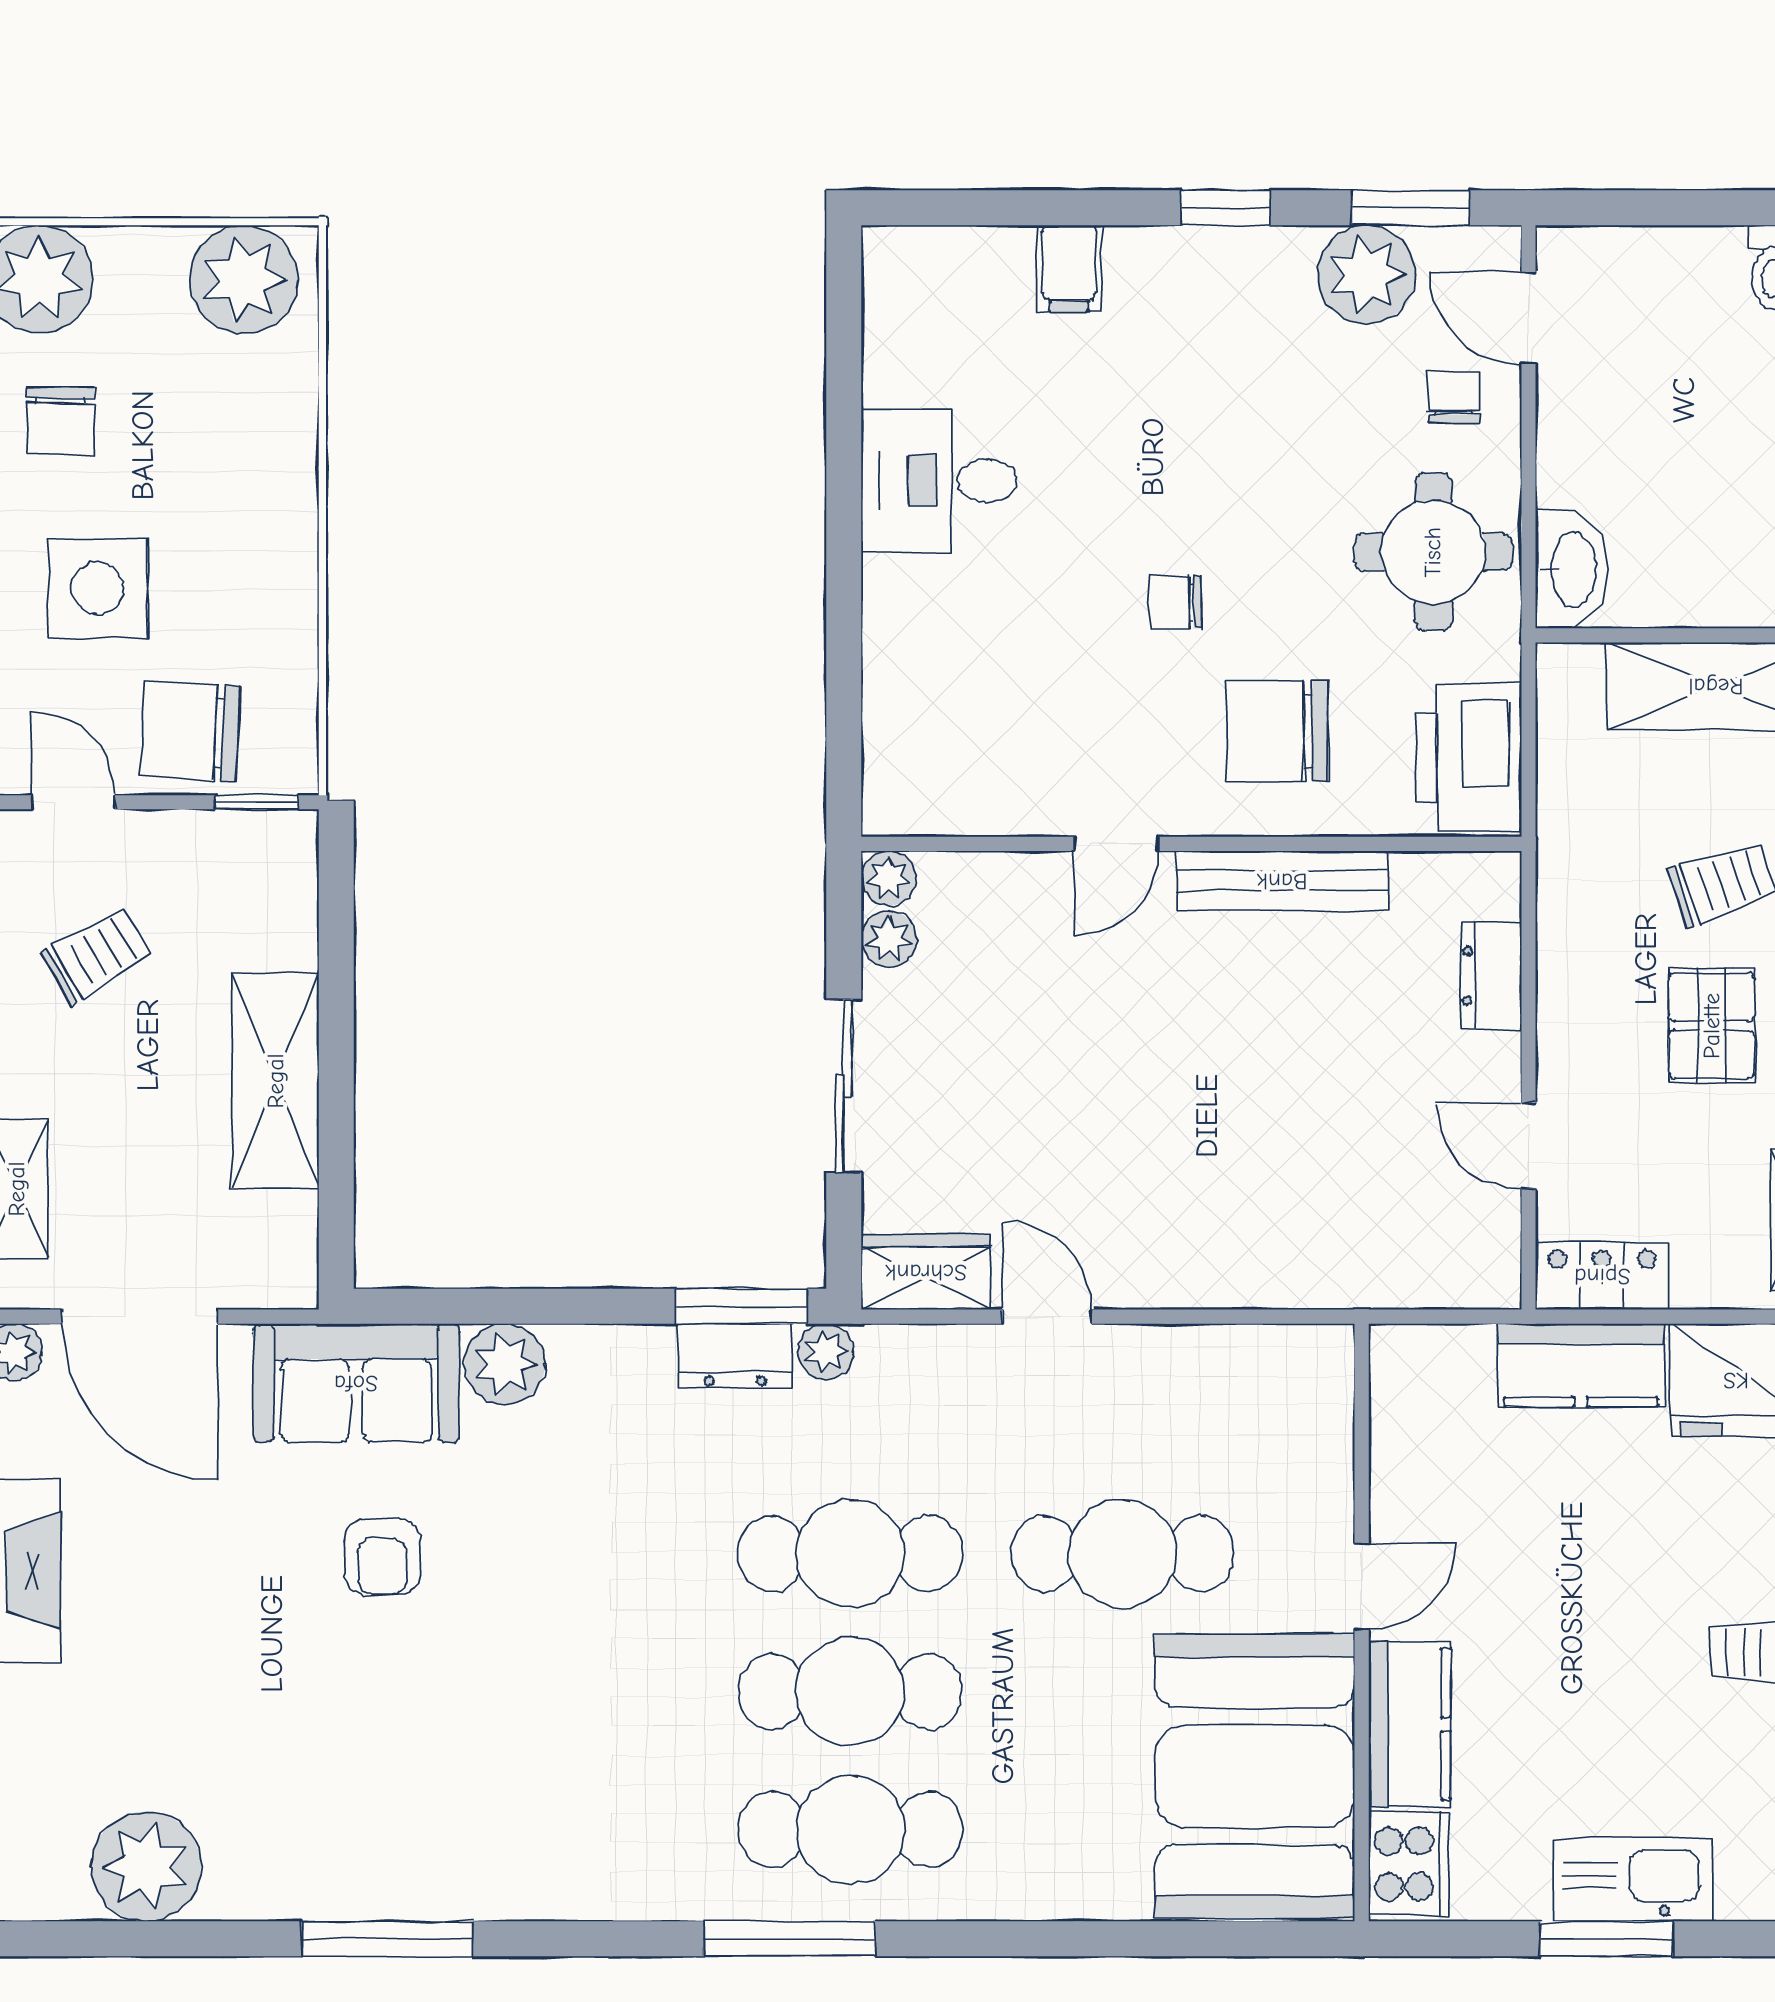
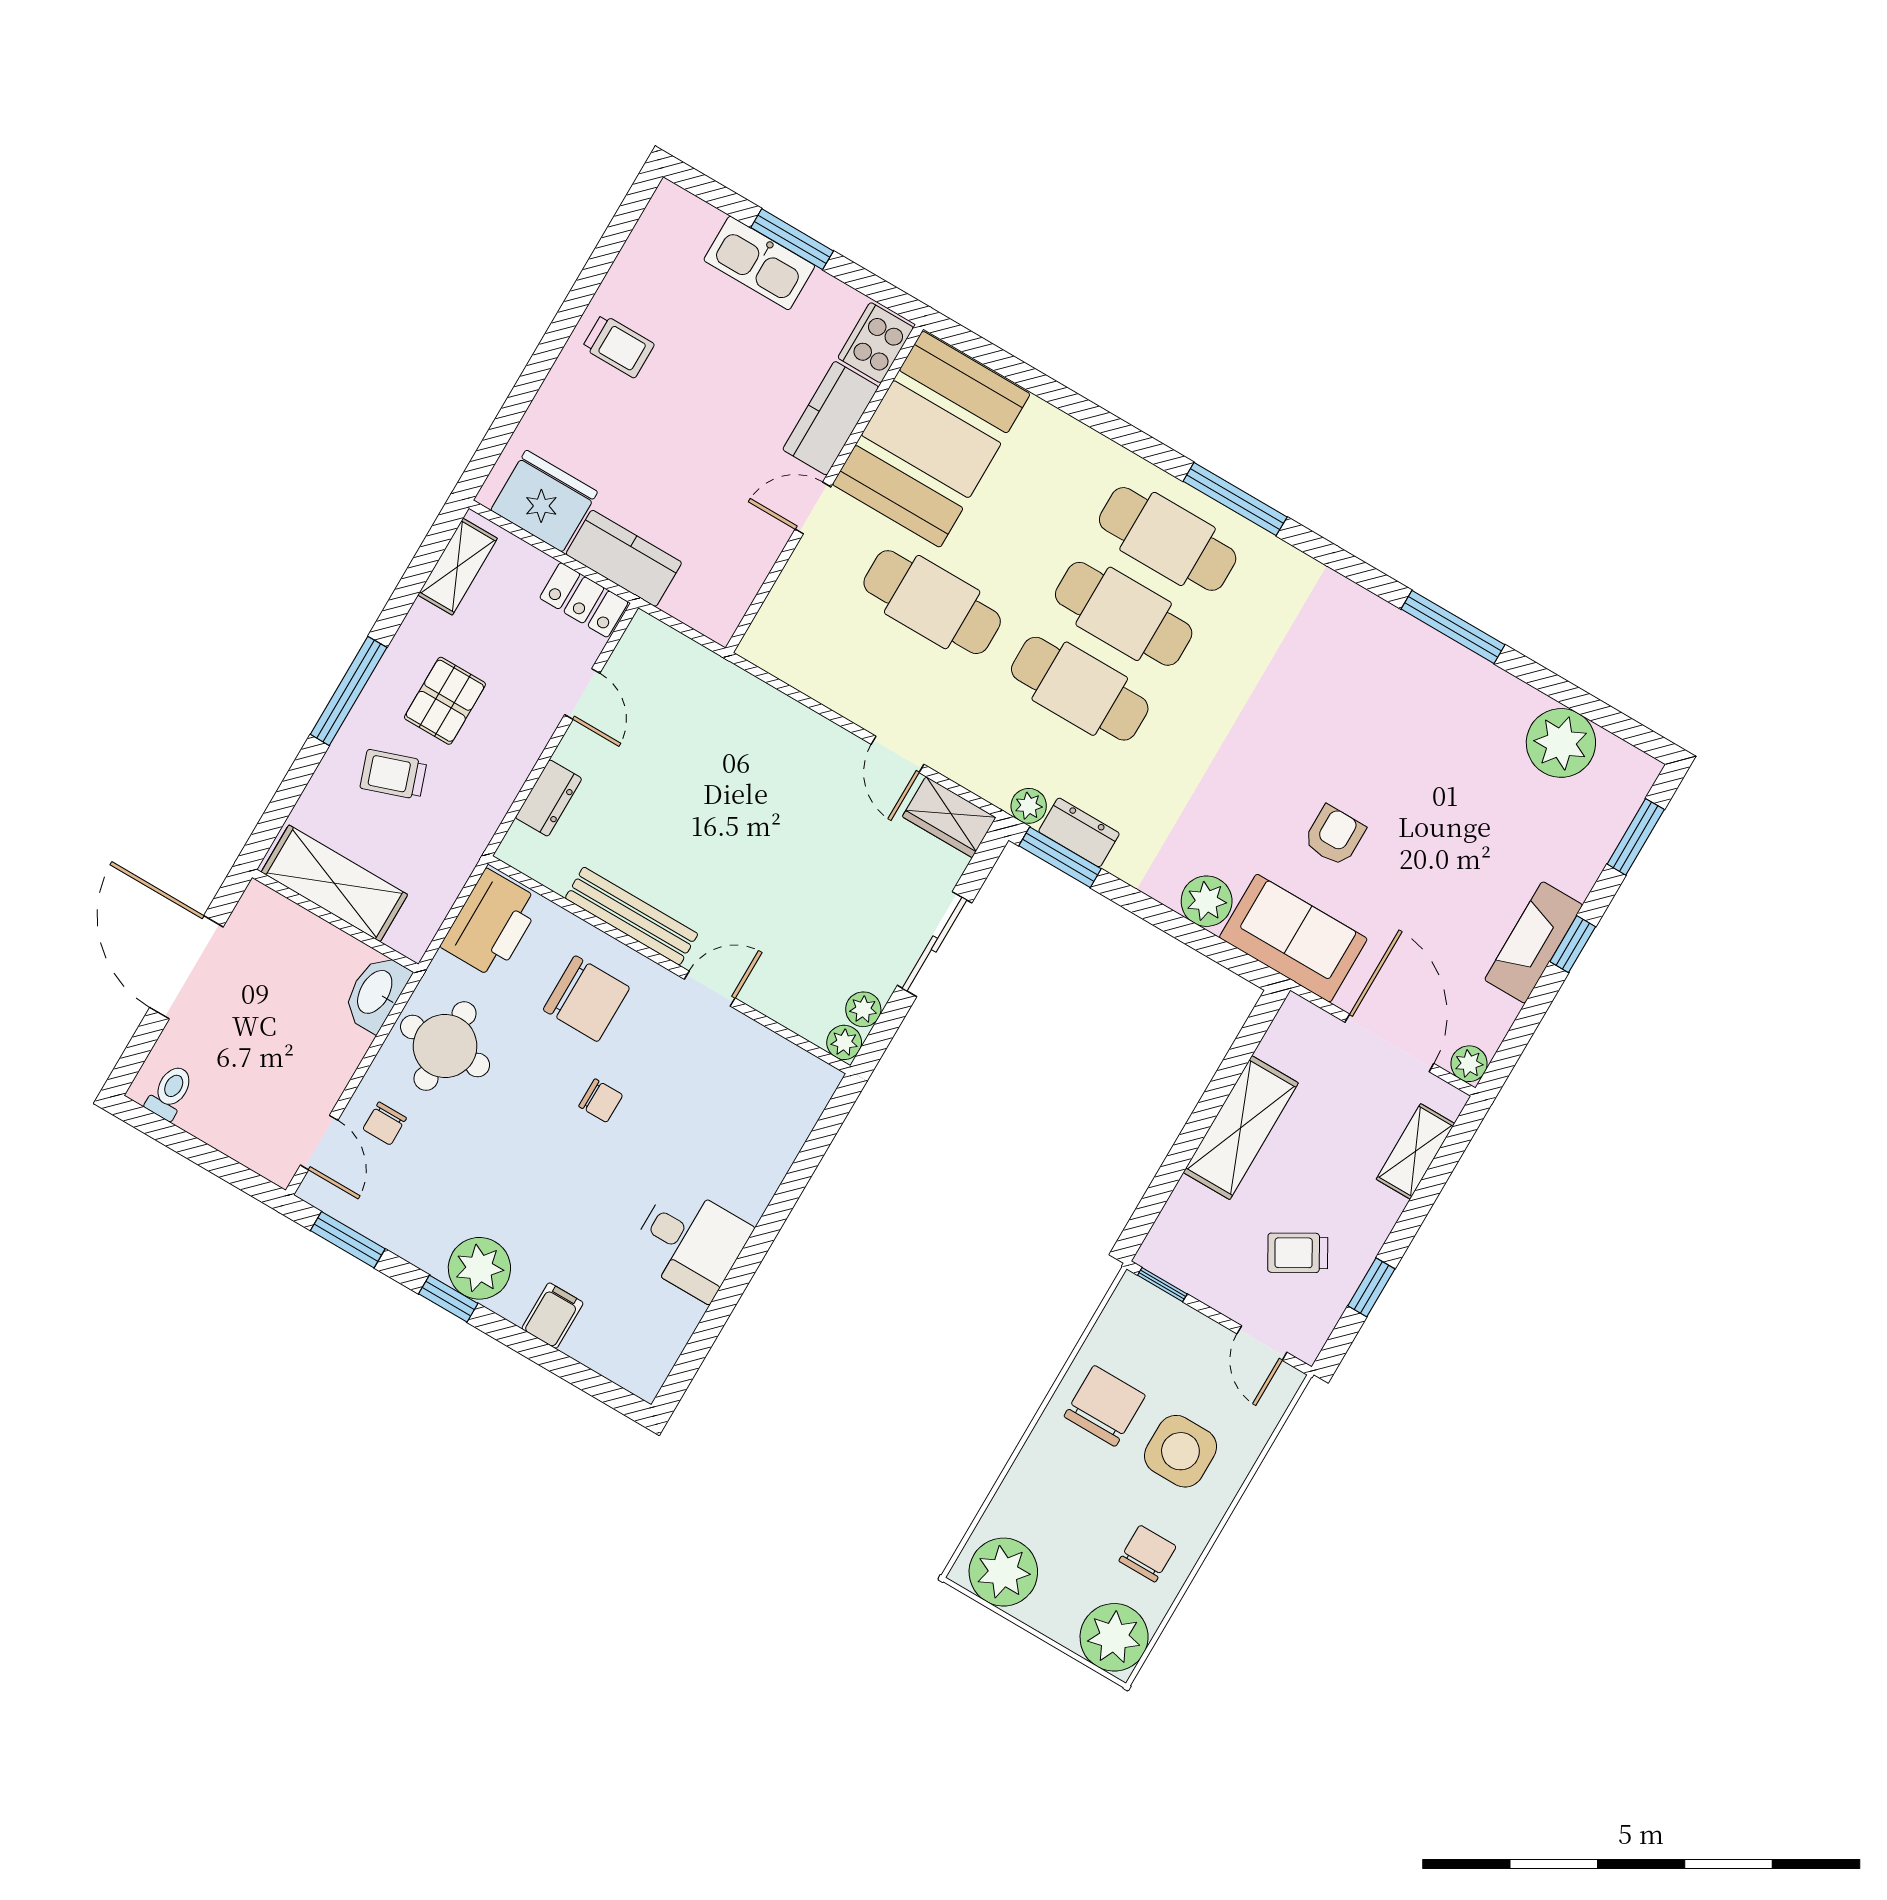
plant: (1367, 275) -> (479, 1268), moved
chair: (190, 731) -> (1105, 1406), moved, turned -93

